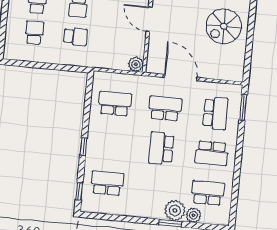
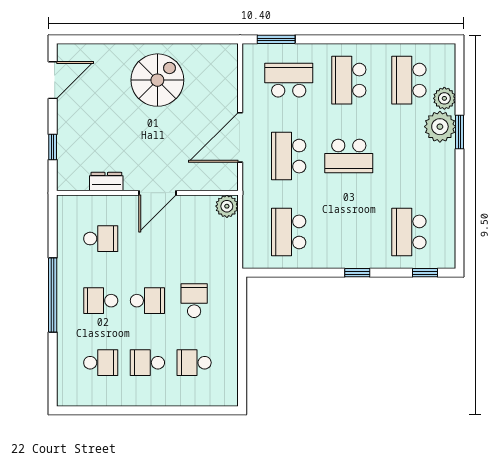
spiral stairs: (224, 26) -> (157, 80), turned -90
school desk: (212, 153) -> (349, 80), turned 180

